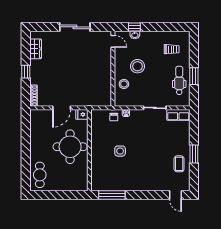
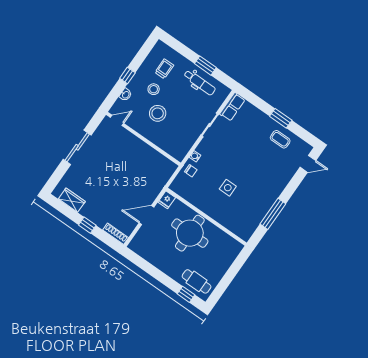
window: (134, 27) -> (127, 76), moved
dental chair: (179, 80) -> (200, 83), turned 180
stool: (124, 84) -> (154, 89), moved
door: (62, 108) -> (146, 215), swing flipped
window: (26, 174) -> (186, 294), added
window: (112, 195) -> (273, 214), moved

